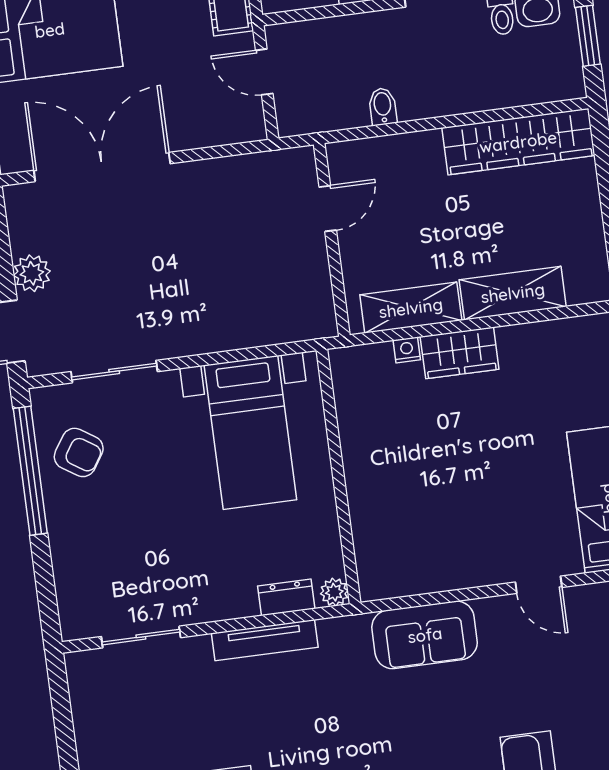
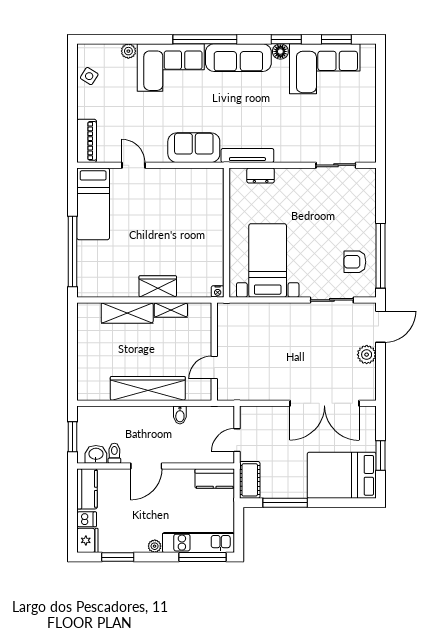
door: (264, 72) -> (237, 440), swing flipped
wardrobe: (518, 142) -> (148, 388), moved
shelving: (411, 308) -> (171, 310), width x0.67, depth x0.75
nightstand: (407, 350) -> (218, 291), moved
armchair: (79, 452) -> (355, 262), turned -33
plant: (334, 592) -> (236, 175), removed
tv unit: (265, 640) -> (247, 156), moved

